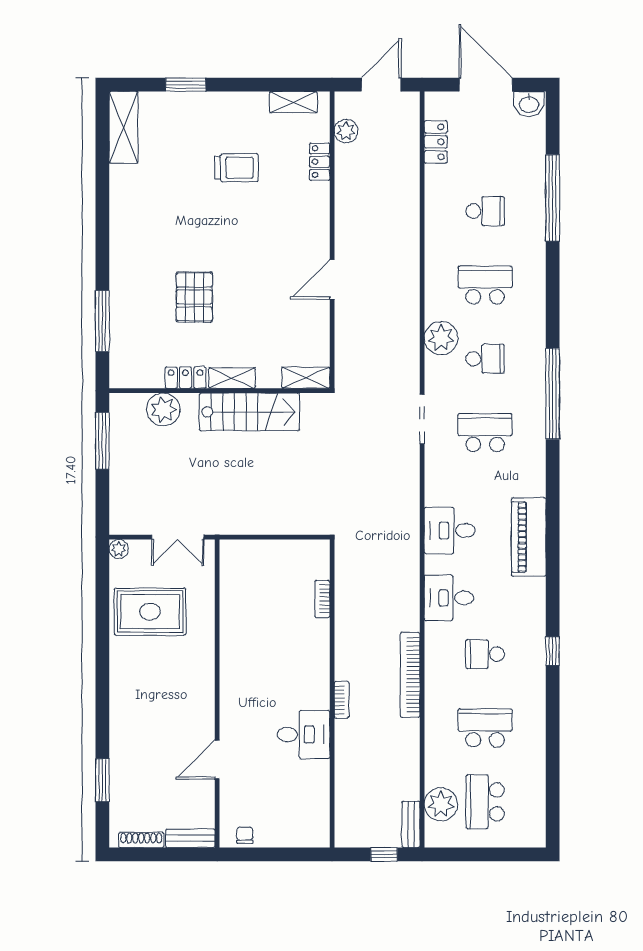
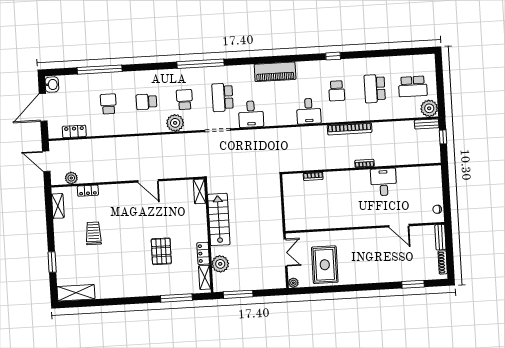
school desk: (485, 285) -> (146, 102), width x0.54
pallet: (194, 297) -> (161, 251), turned 90
shelving: (232, 378) -> (205, 277), moved
desk: (450, 531) -> (251, 114), moved
plant: (441, 804) -> (429, 108), moved

